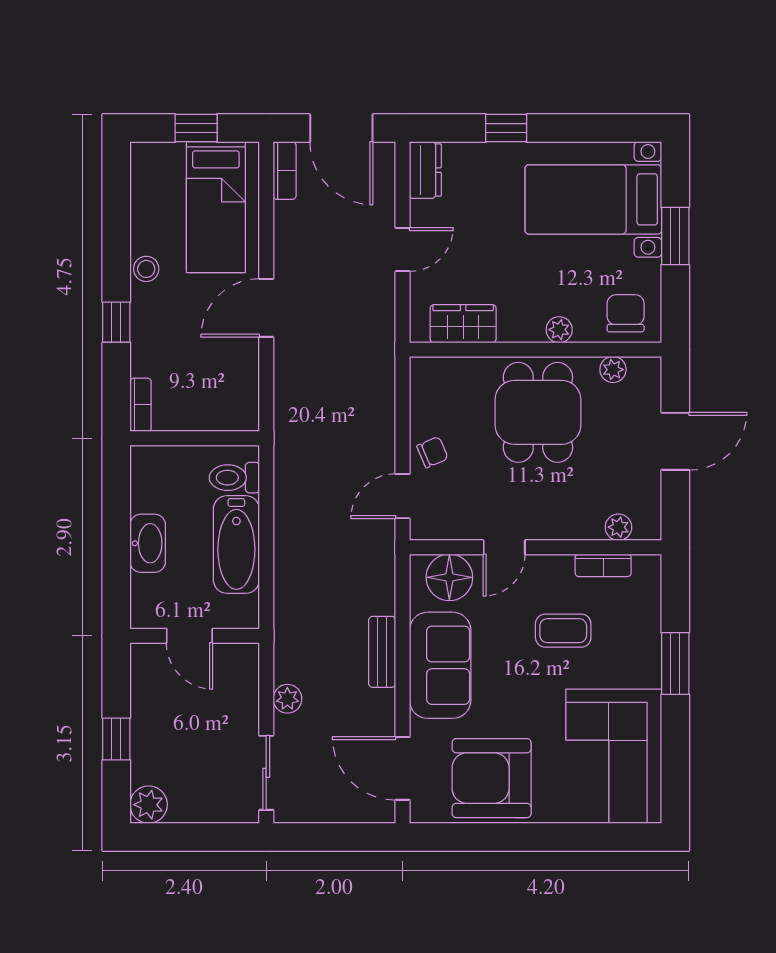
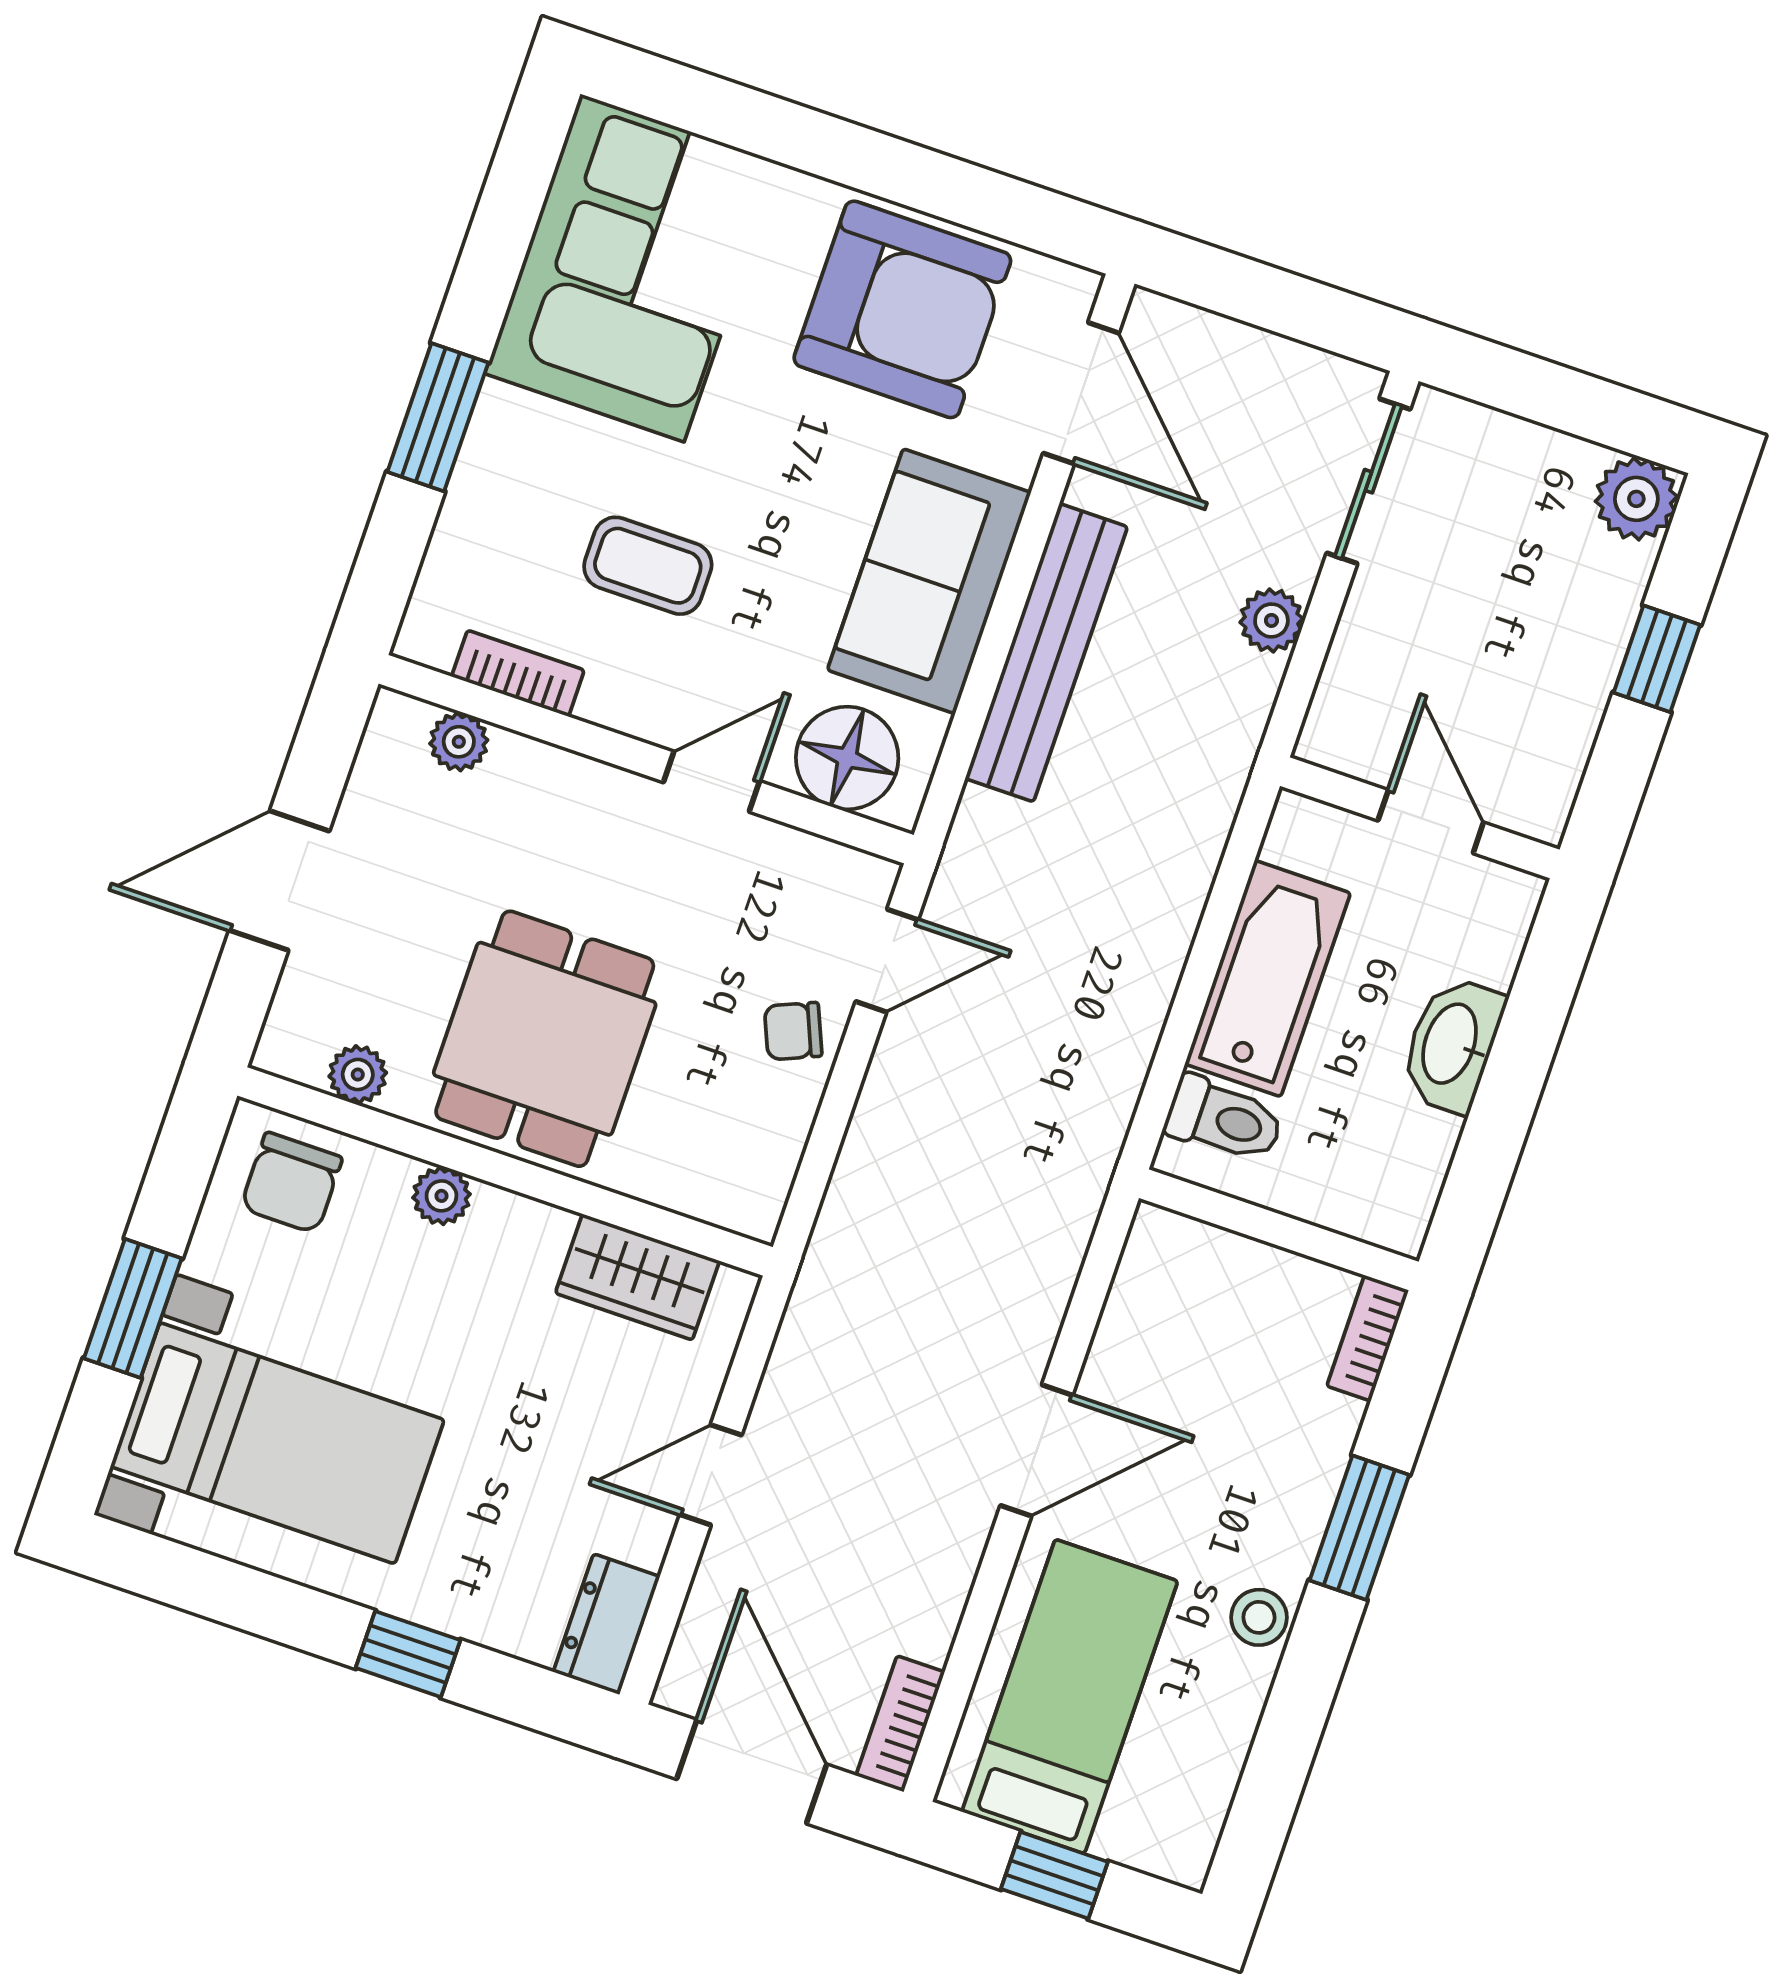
window: (116, 322) -> (1359, 1528), width x1.50
bench: (382, 652) -> (1046, 653), width x1.86, depth x1.21

